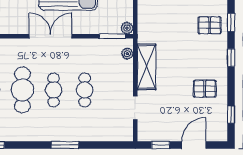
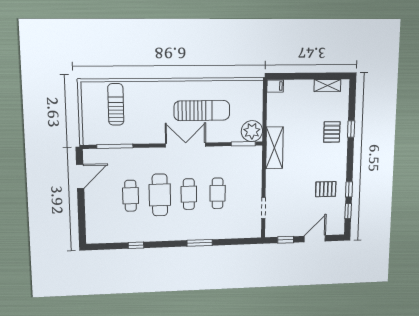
pallet: (210, 25) -> (332, 132), turned 90
plant: (127, 28) -> (252, 131), width x1.88, depth x1.88
plant: (127, 54) -> (257, 159), removed
window: (231, 58) -> (349, 189), moved
shelving: (147, 67) -> (275, 148), moved

